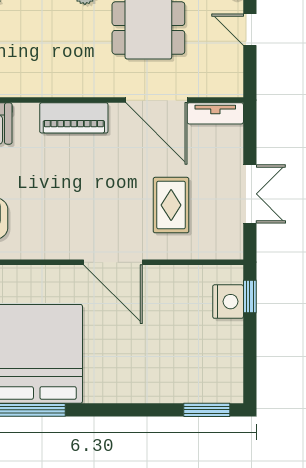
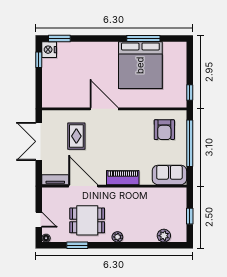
double door: (250, 194) -> (39, 141), width x1.37
window: (250, 297) -> (39, 60), moved
nightstand: (228, 302) -> (49, 50), moved

